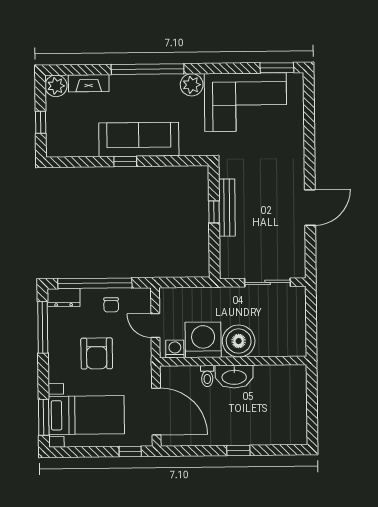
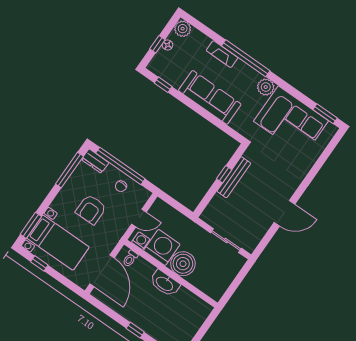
fireplace: (89, 83) -> (222, 54), moved
floor lamp: (52, 115) -> (168, 45), added
window: (125, 161) -> (163, 85), moved
door: (155, 326) -> (139, 218), swing flipped
toilet: (207, 376) -> (130, 259), moved
window: (130, 451) -> (39, 263), moved

